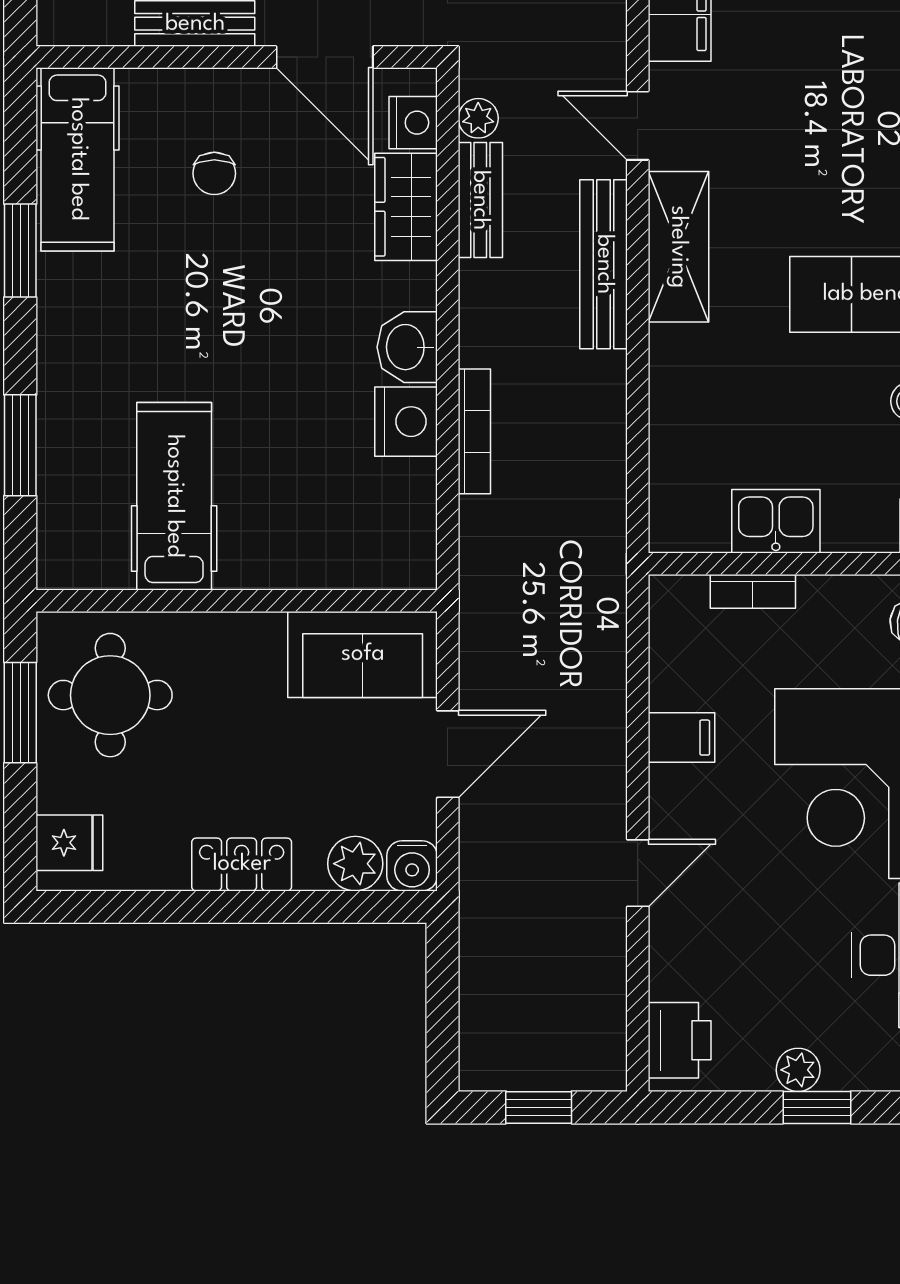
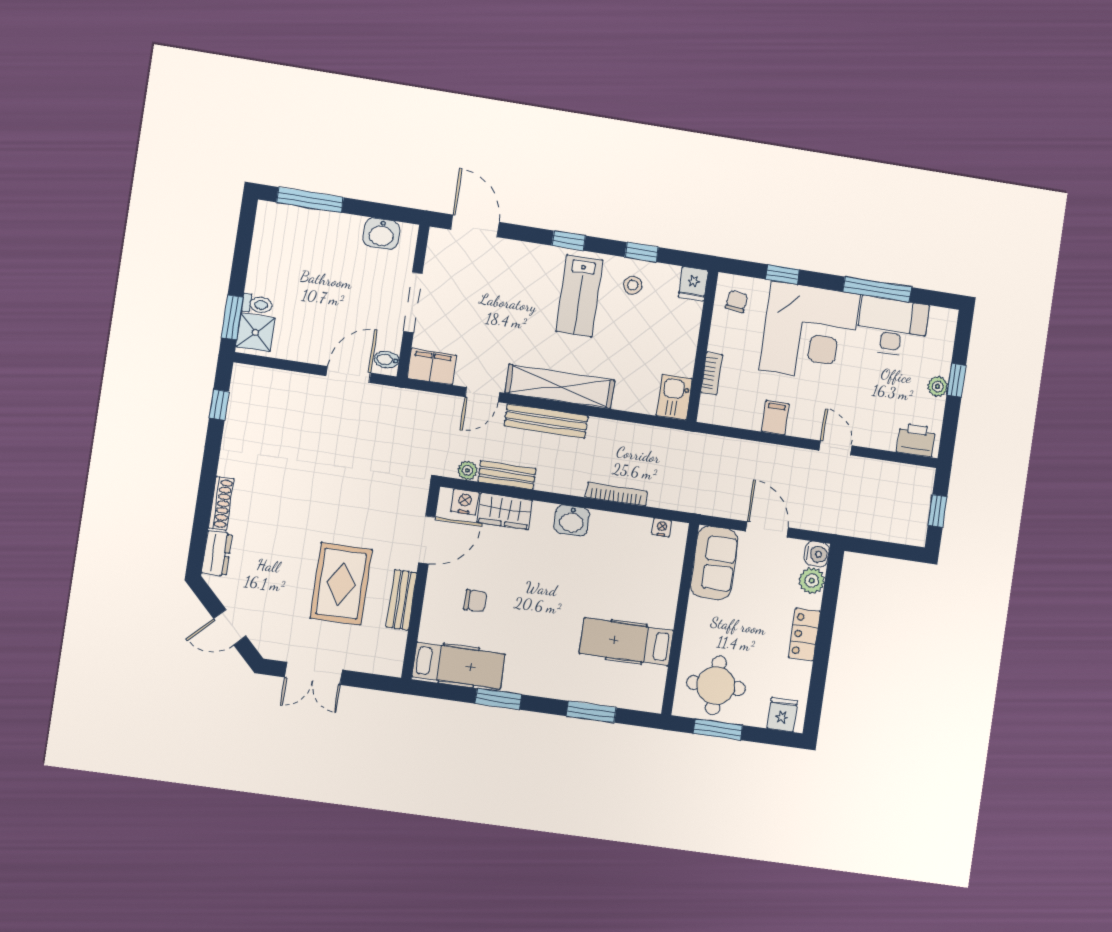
shelving: (678, 247) -> (560, 386), width x1.47
nightstand: (406, 422) -> (662, 527), moved, width x0.53, depth x0.56
kitchen sink: (776, 521) -> (674, 397), moved

